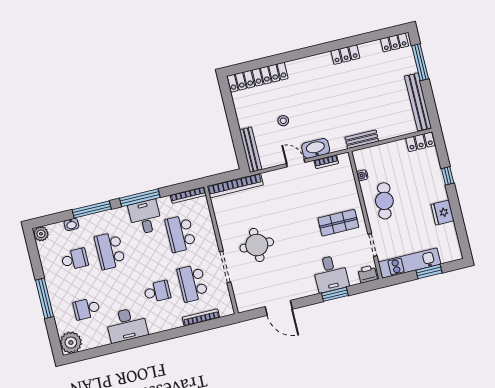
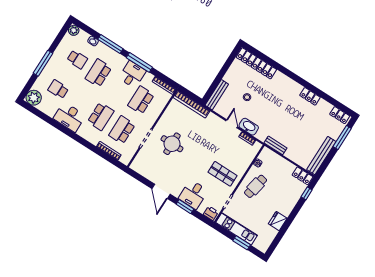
window: (448, 176) -> (307, 193), moved
school desk: (157, 292) -> (101, 116), width x1.85
door: (279, 308) -> (161, 191), moved

